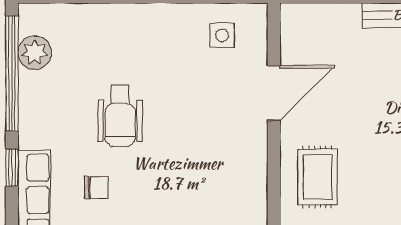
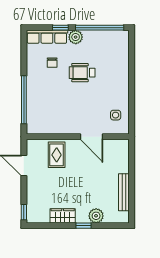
plant: (35, 53) -> (76, 37), moved
rug: (317, 177) -> (57, 155), turned 90

